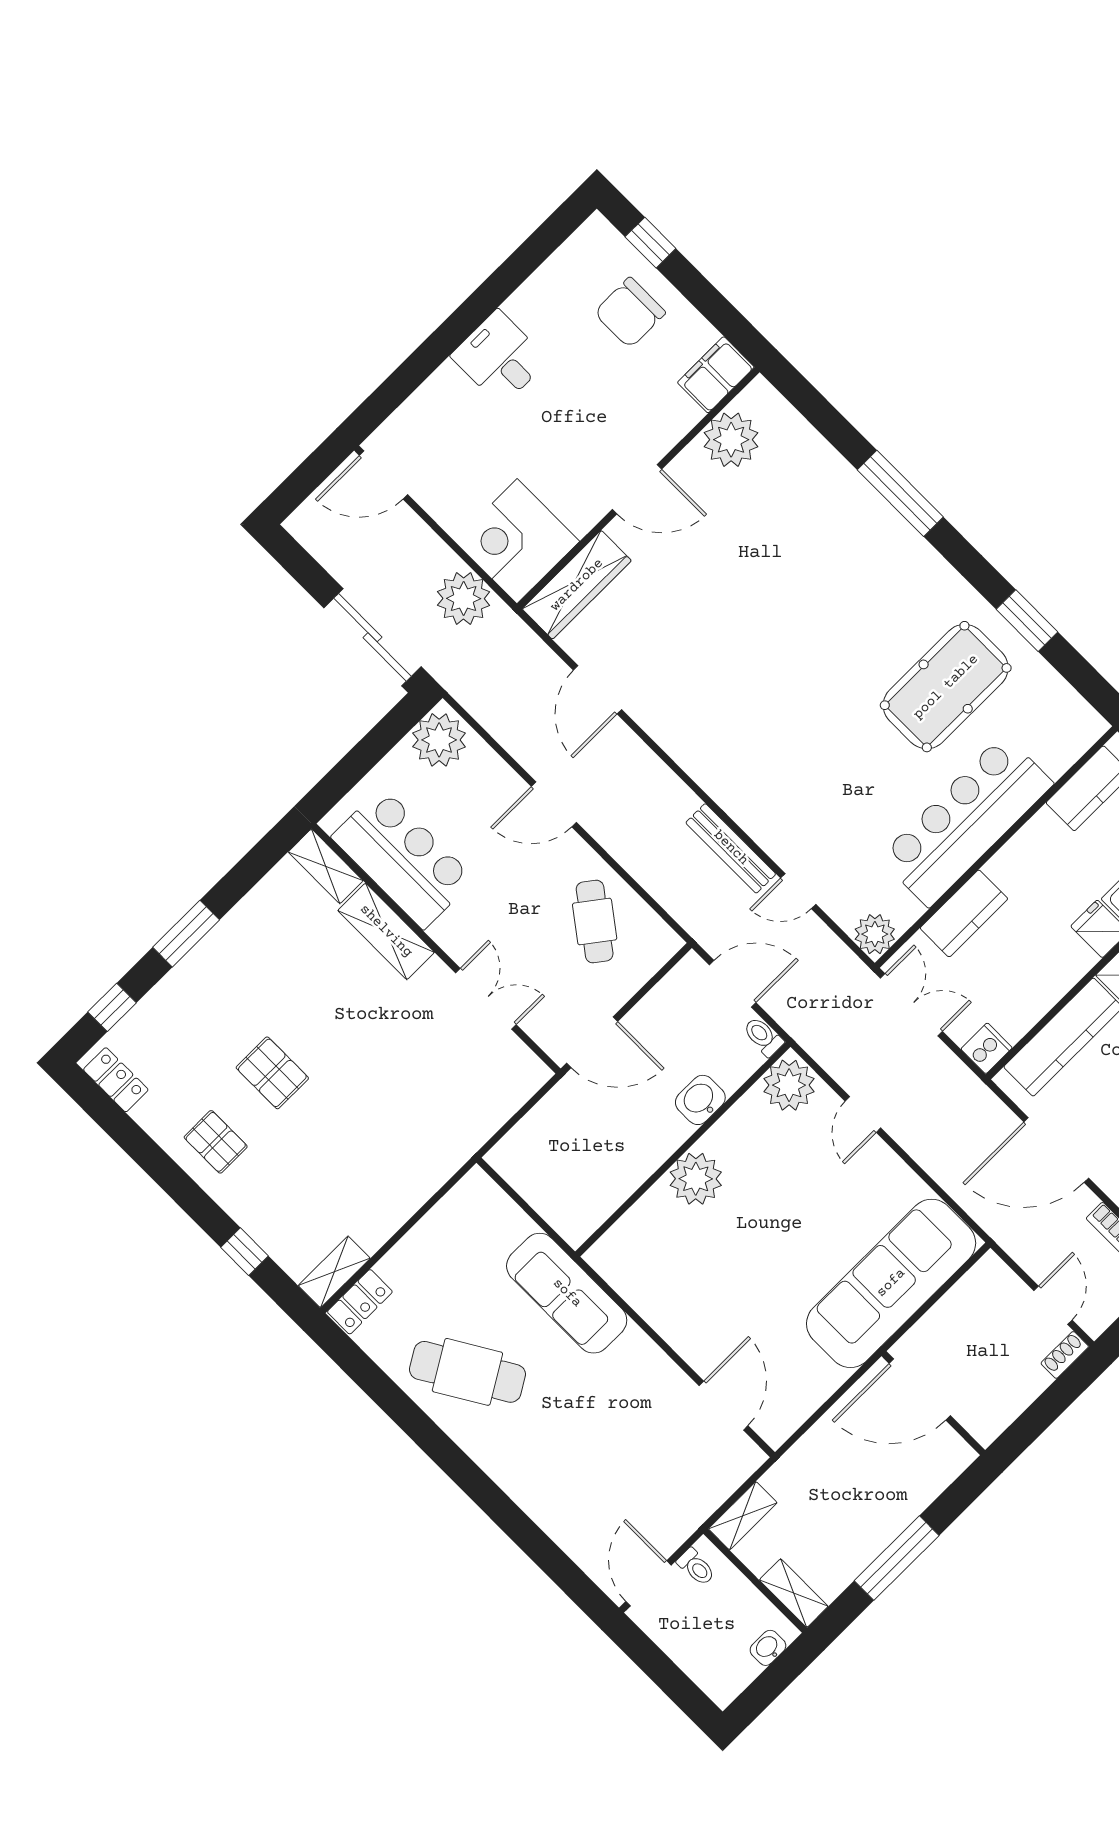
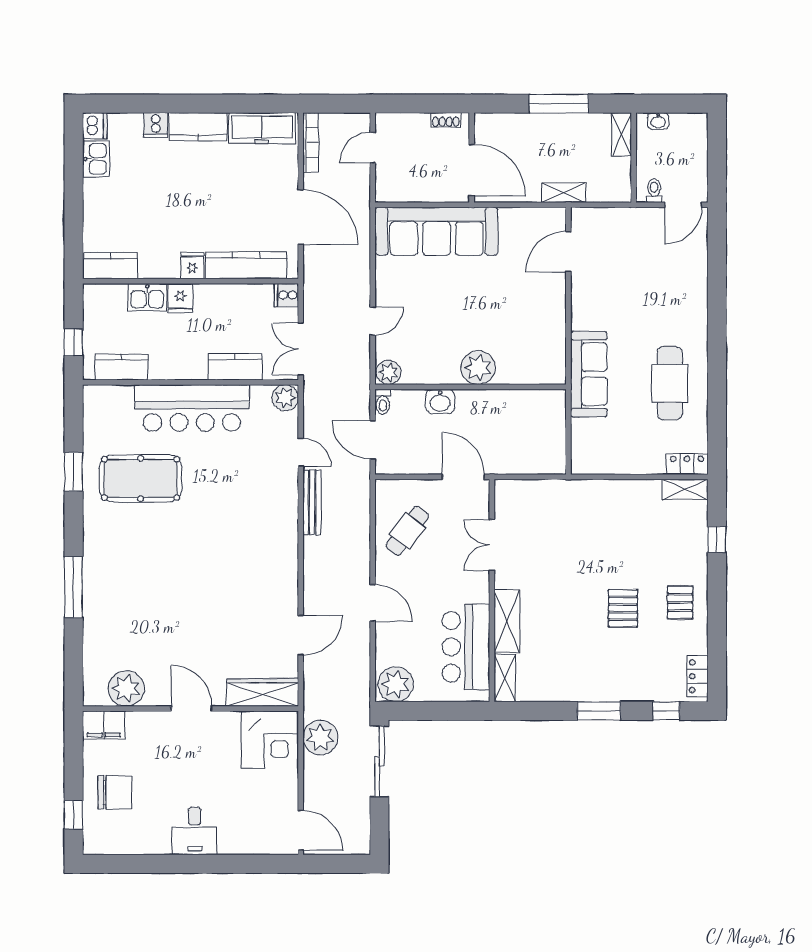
plant: (789, 1085) -> (389, 372), width x0.73, depth x0.73
shoe rack: (1065, 1355) -> (446, 120), moved
cafe table: (467, 1372) -> (670, 383), turned 31
shelving: (743, 1516) -> (564, 193), moved

